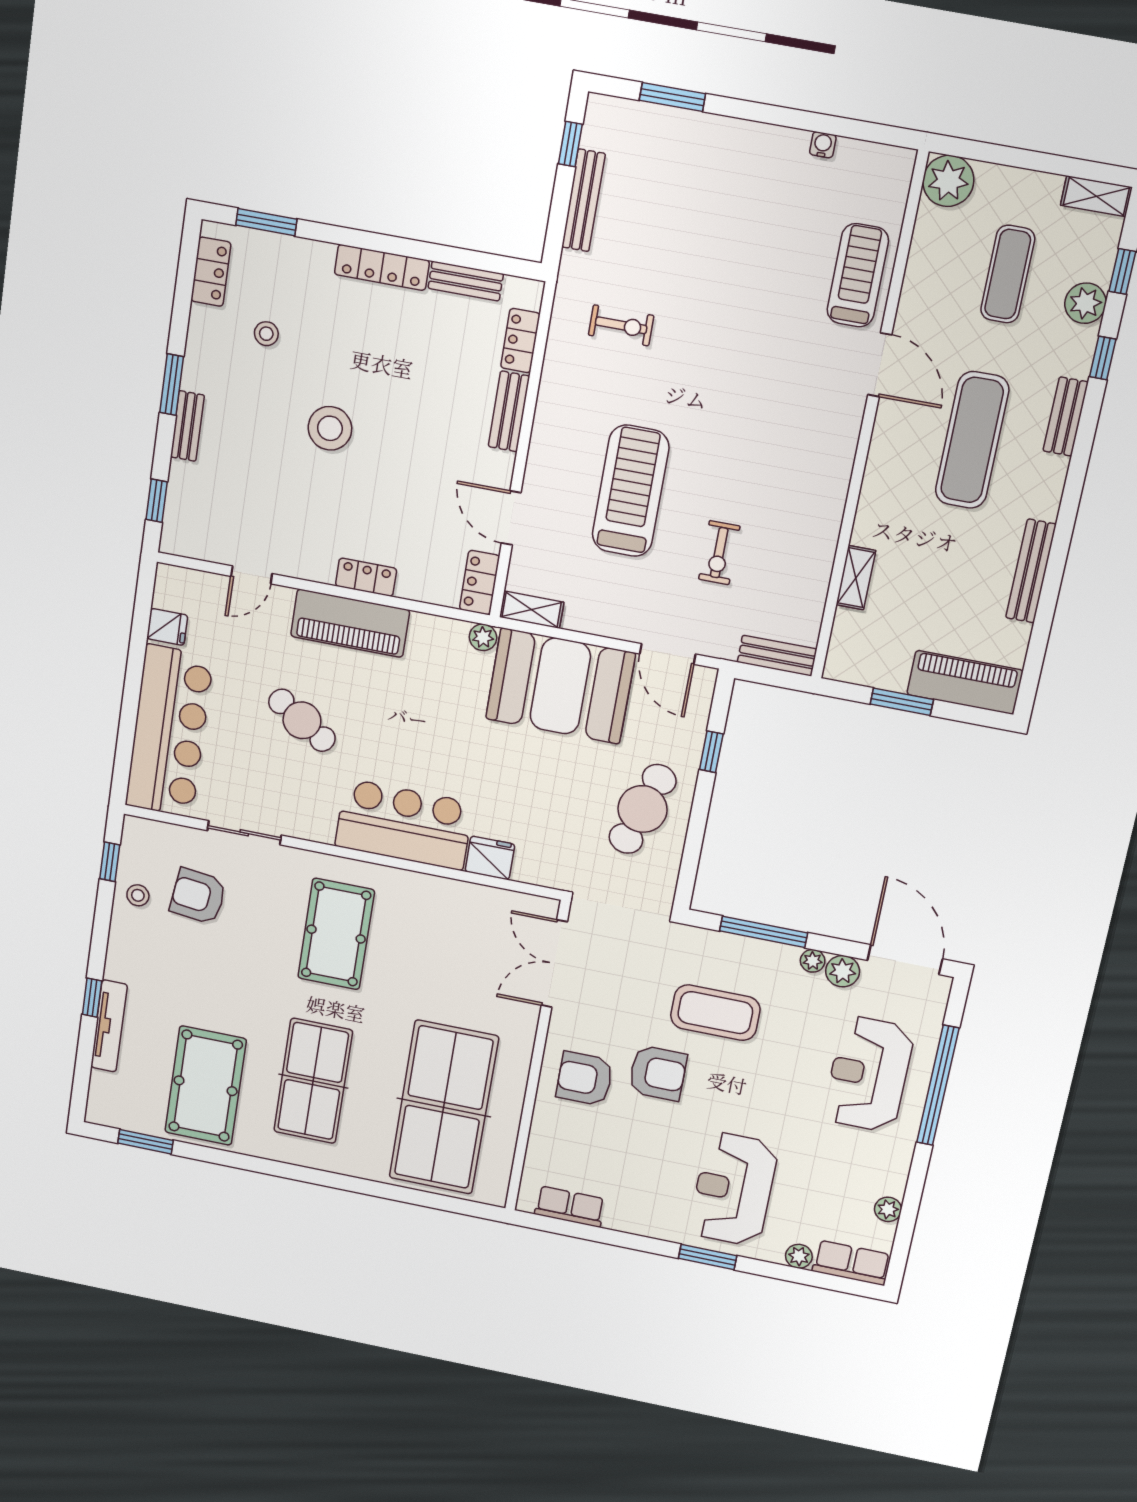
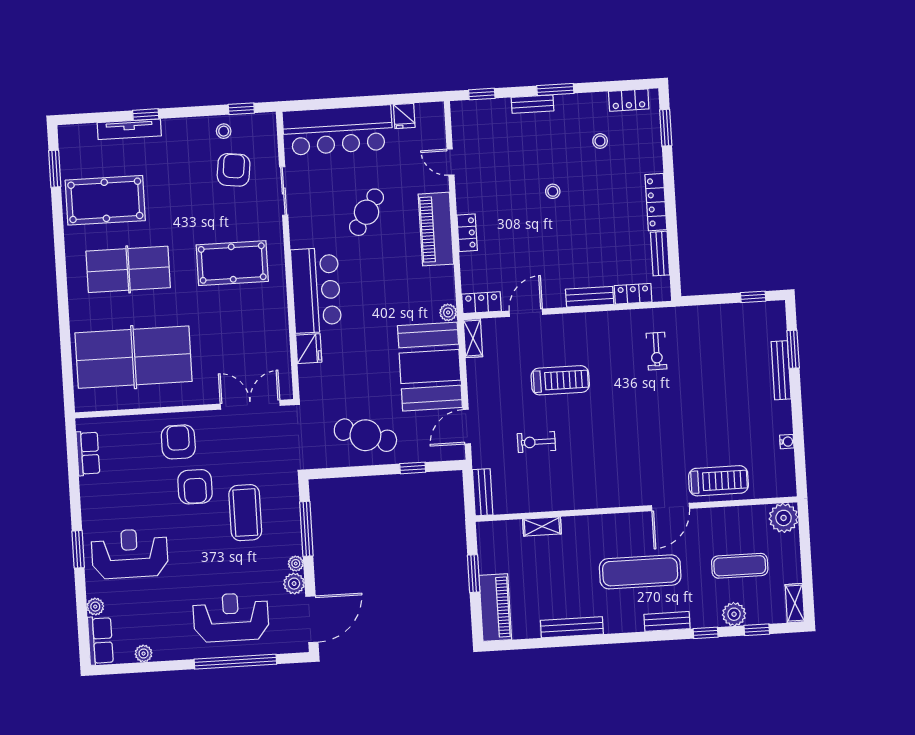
bench: (583, 200) -> (781, 370), moved, turned 90
stool: (330, 428) -> (553, 191), width x0.53, depth x0.53
treadmill: (631, 491) -> (560, 380), width x0.73, depth x0.73

